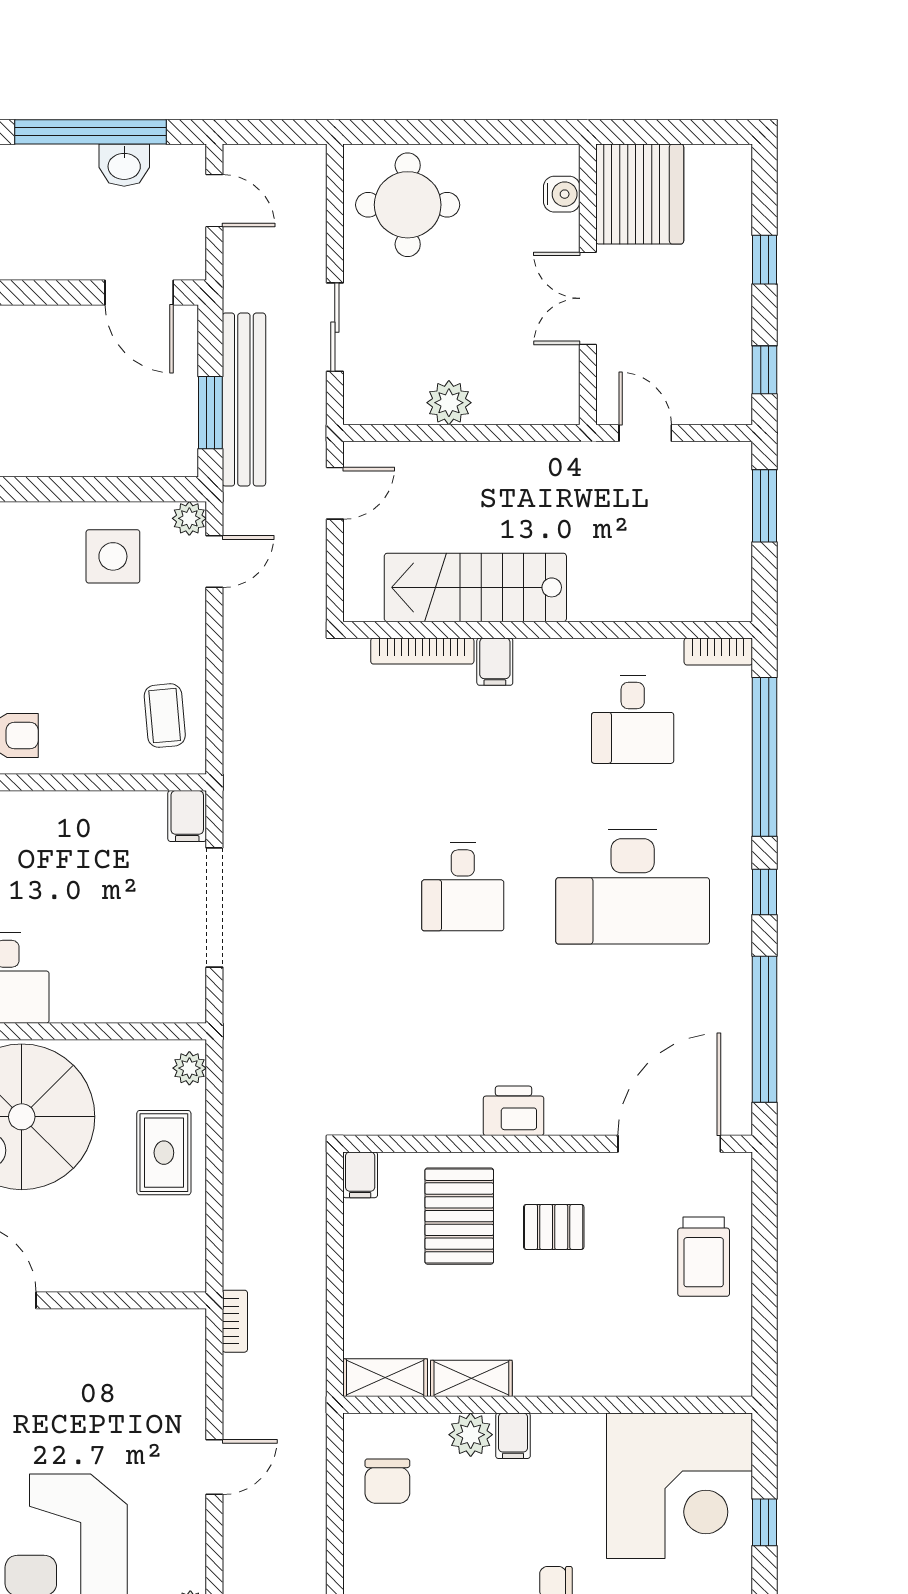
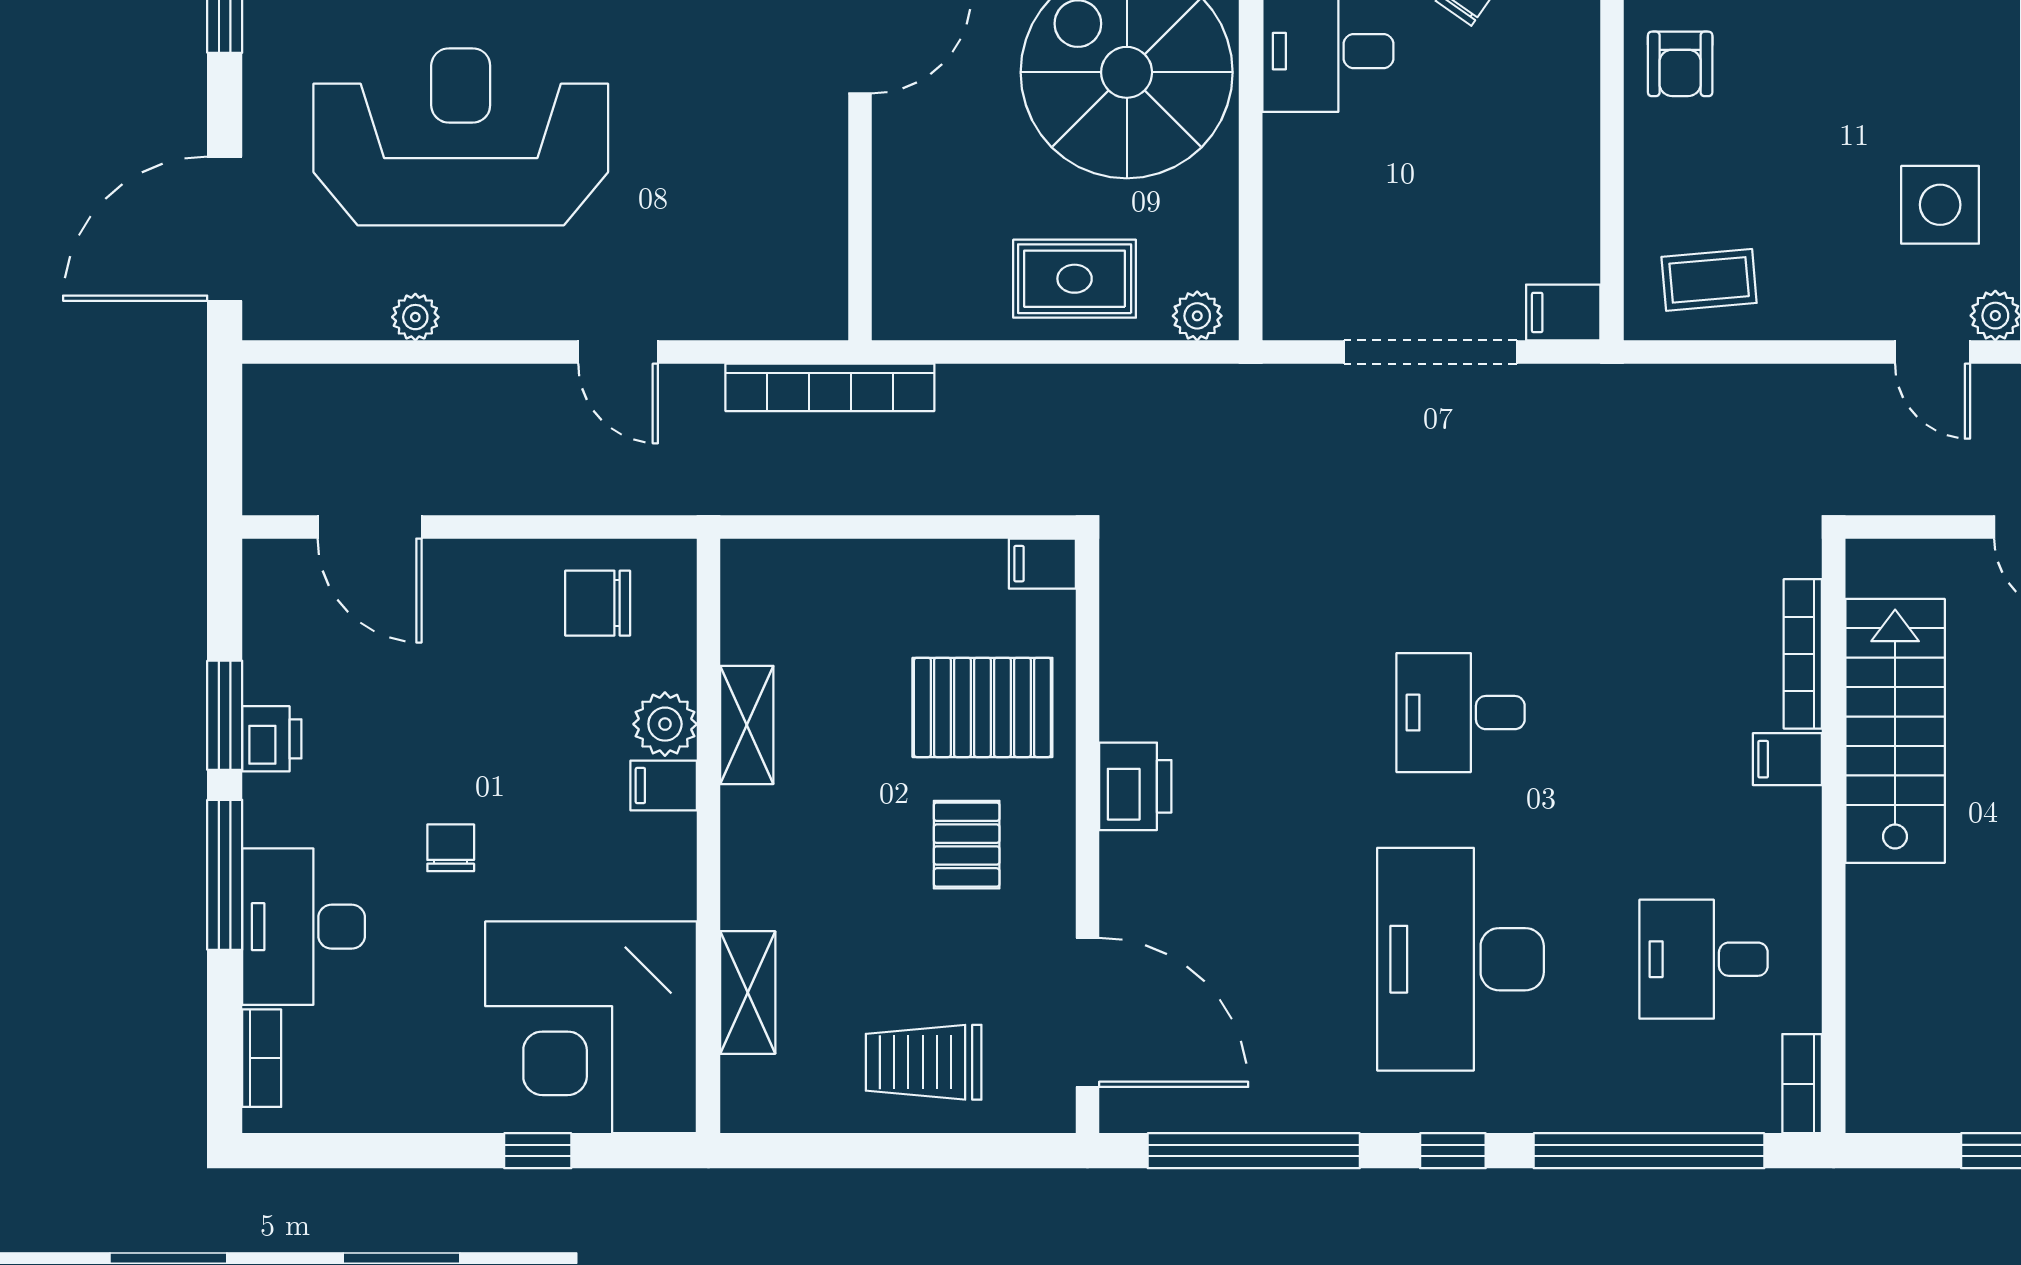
bookcase: (235, 1321) -> (830, 387), width x2.31, depth x1.31
shelving: (385, 1378) -> (748, 992), moved

